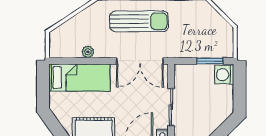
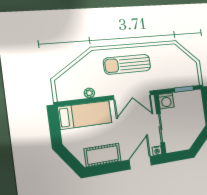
sun lounger: (139, 21) -> (127, 64), turned 180
washing machine: (224, 75) -> (166, 101), moved, turned -90

